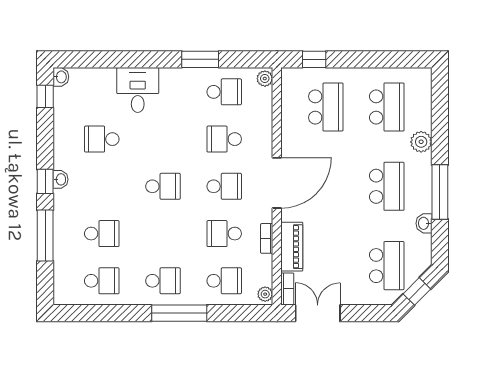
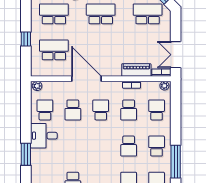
window: (200, 59) -> (26, 154), moved
window: (314, 59) -> (26, 39), moved
desk: (138, 90) -> (44, 136), moved
door: (277, 183) -> (86, 79), moved
school desk: (163, 186) -> (129, 146), moved, turned 180
window: (179, 313) -> (176, 162), moved

